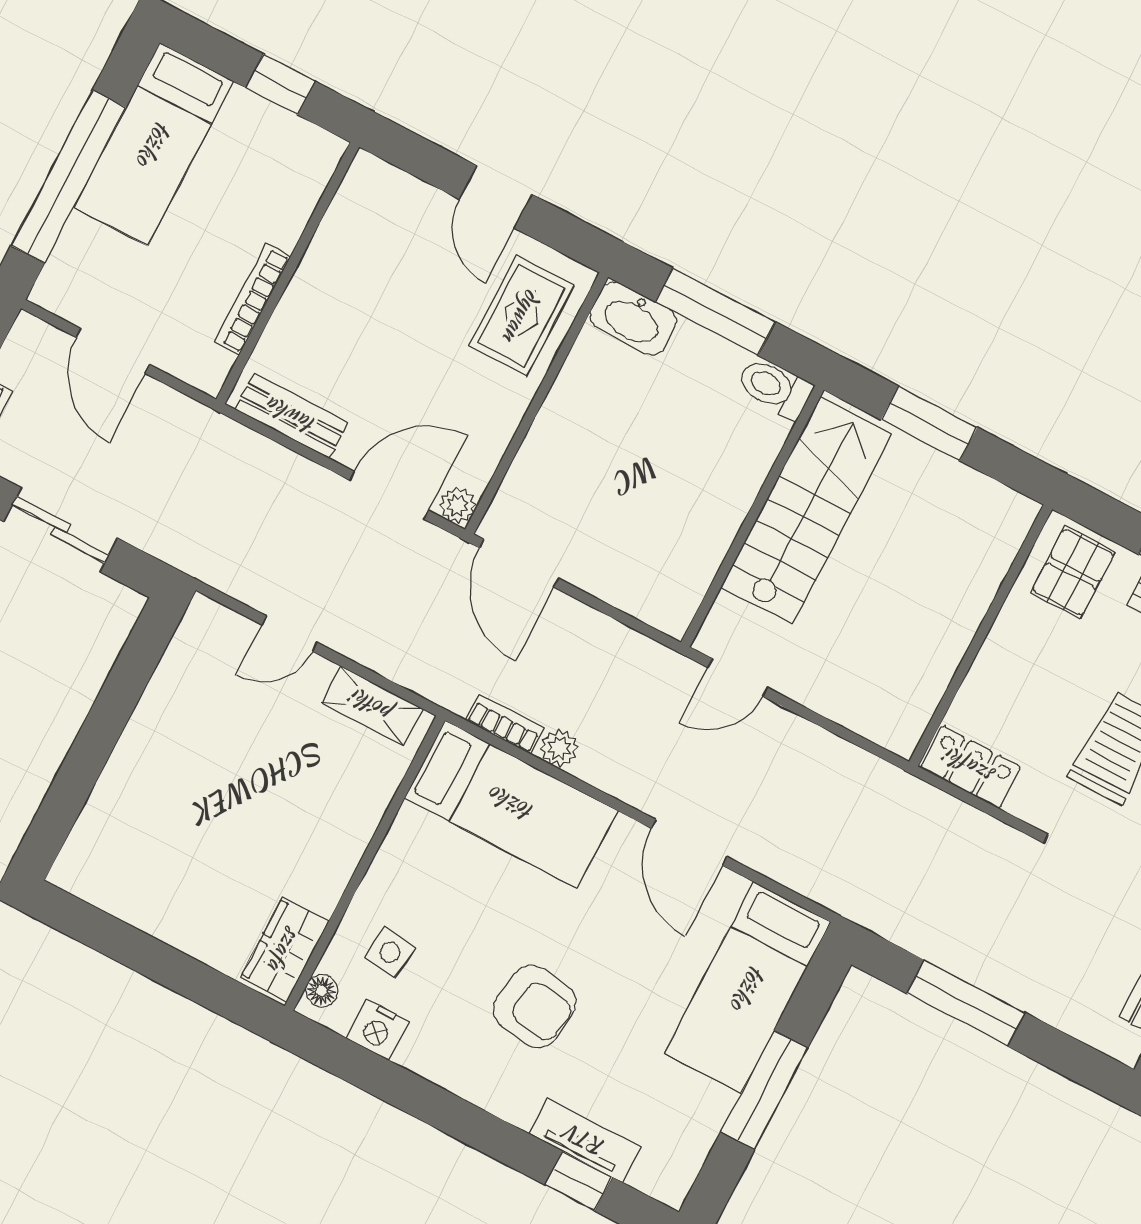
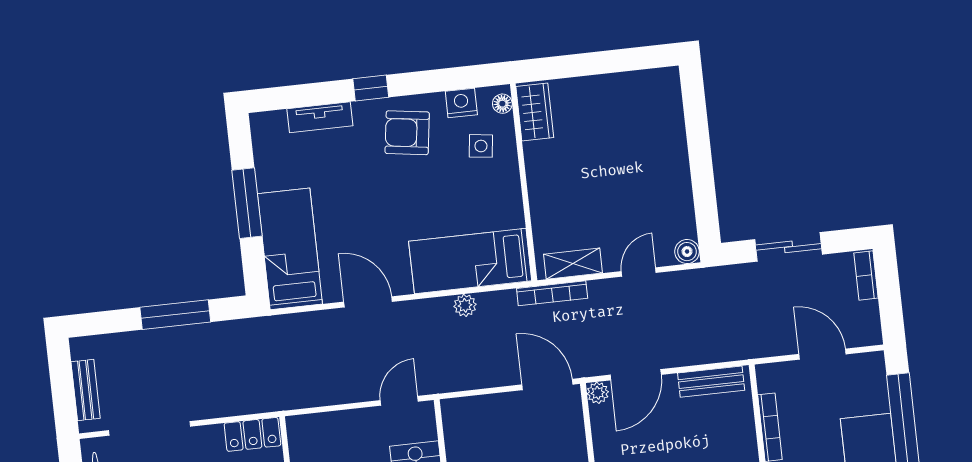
boiler: (204, 617) -> (687, 252), added
bookcase: (505, 724) -> (552, 293), moved, width x1.56
armchair: (535, 1006) -> (407, 133), moved
window: (579, 1181) -> (371, 88), moved

